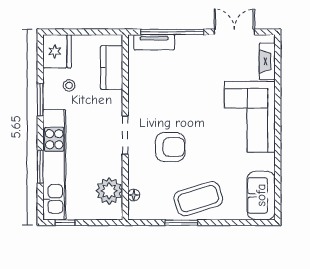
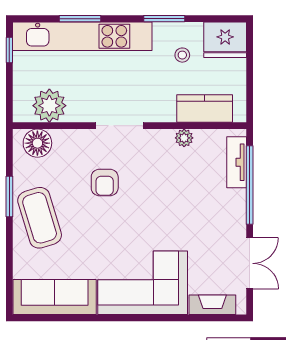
plant: (135, 84) -> (184, 138), added
armchair: (170, 147) -> (105, 183), width x0.72, depth x0.72
floor lamp: (134, 195) -> (37, 143), width x1.89, depth x1.89
sofa: (261, 195) -> (55, 297), width x1.36

